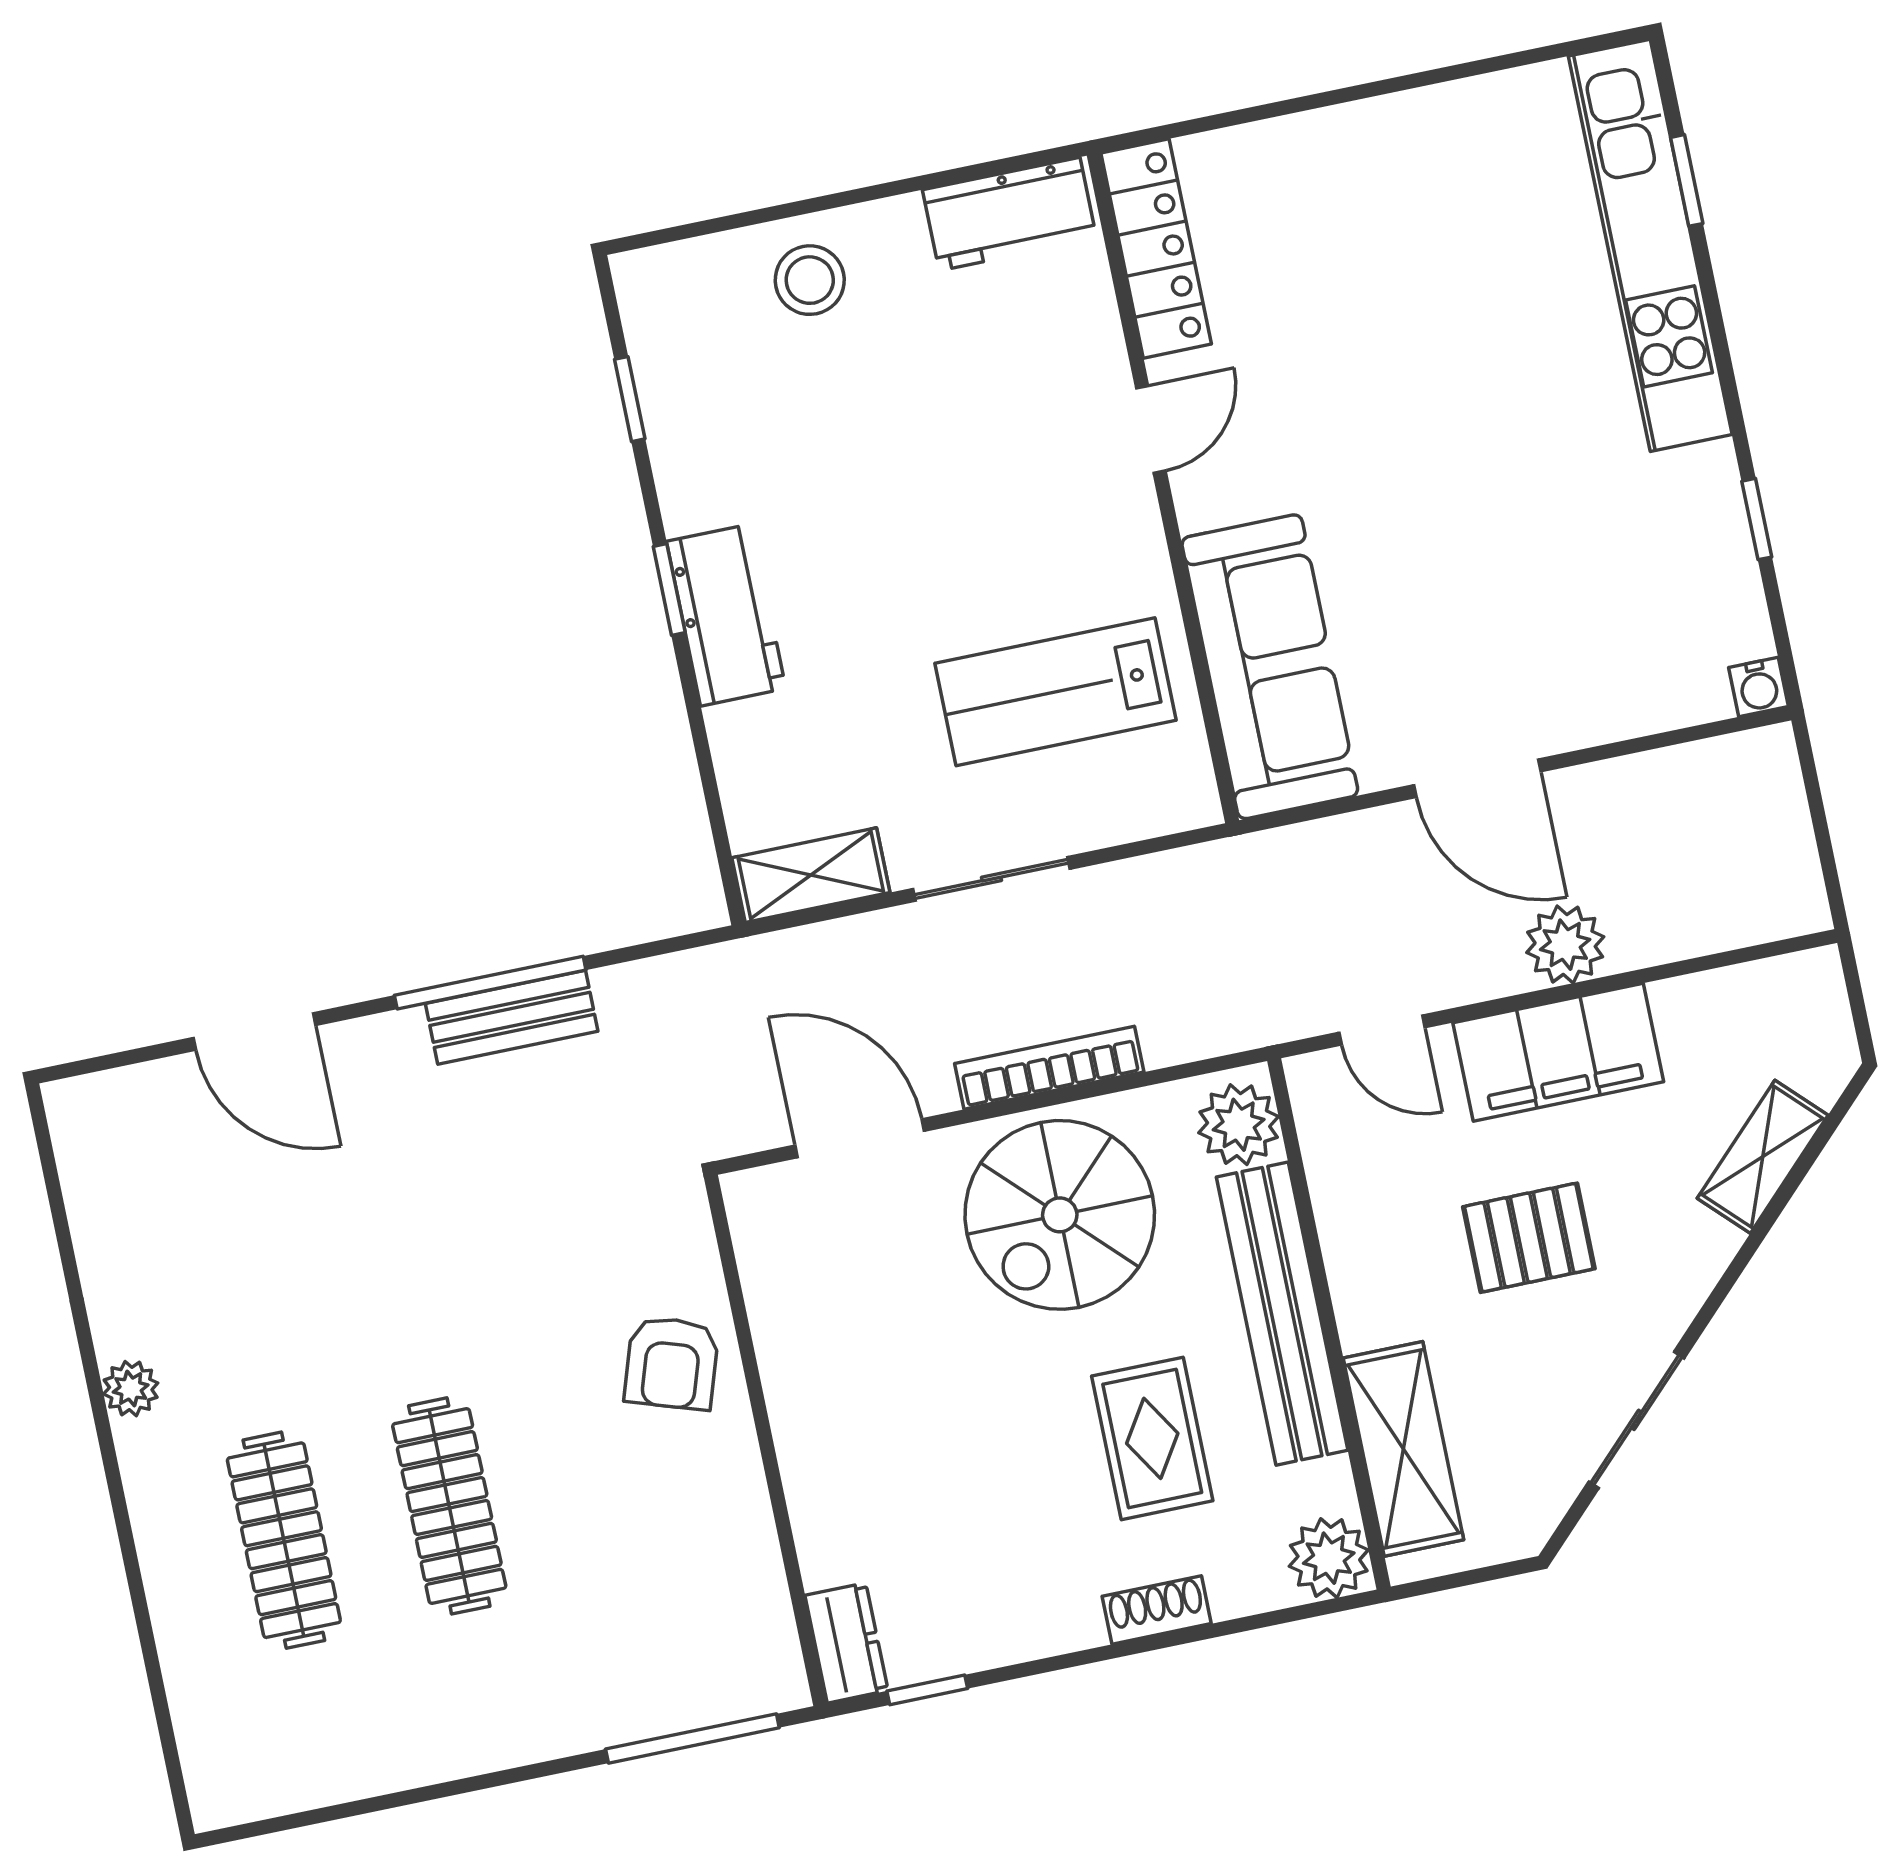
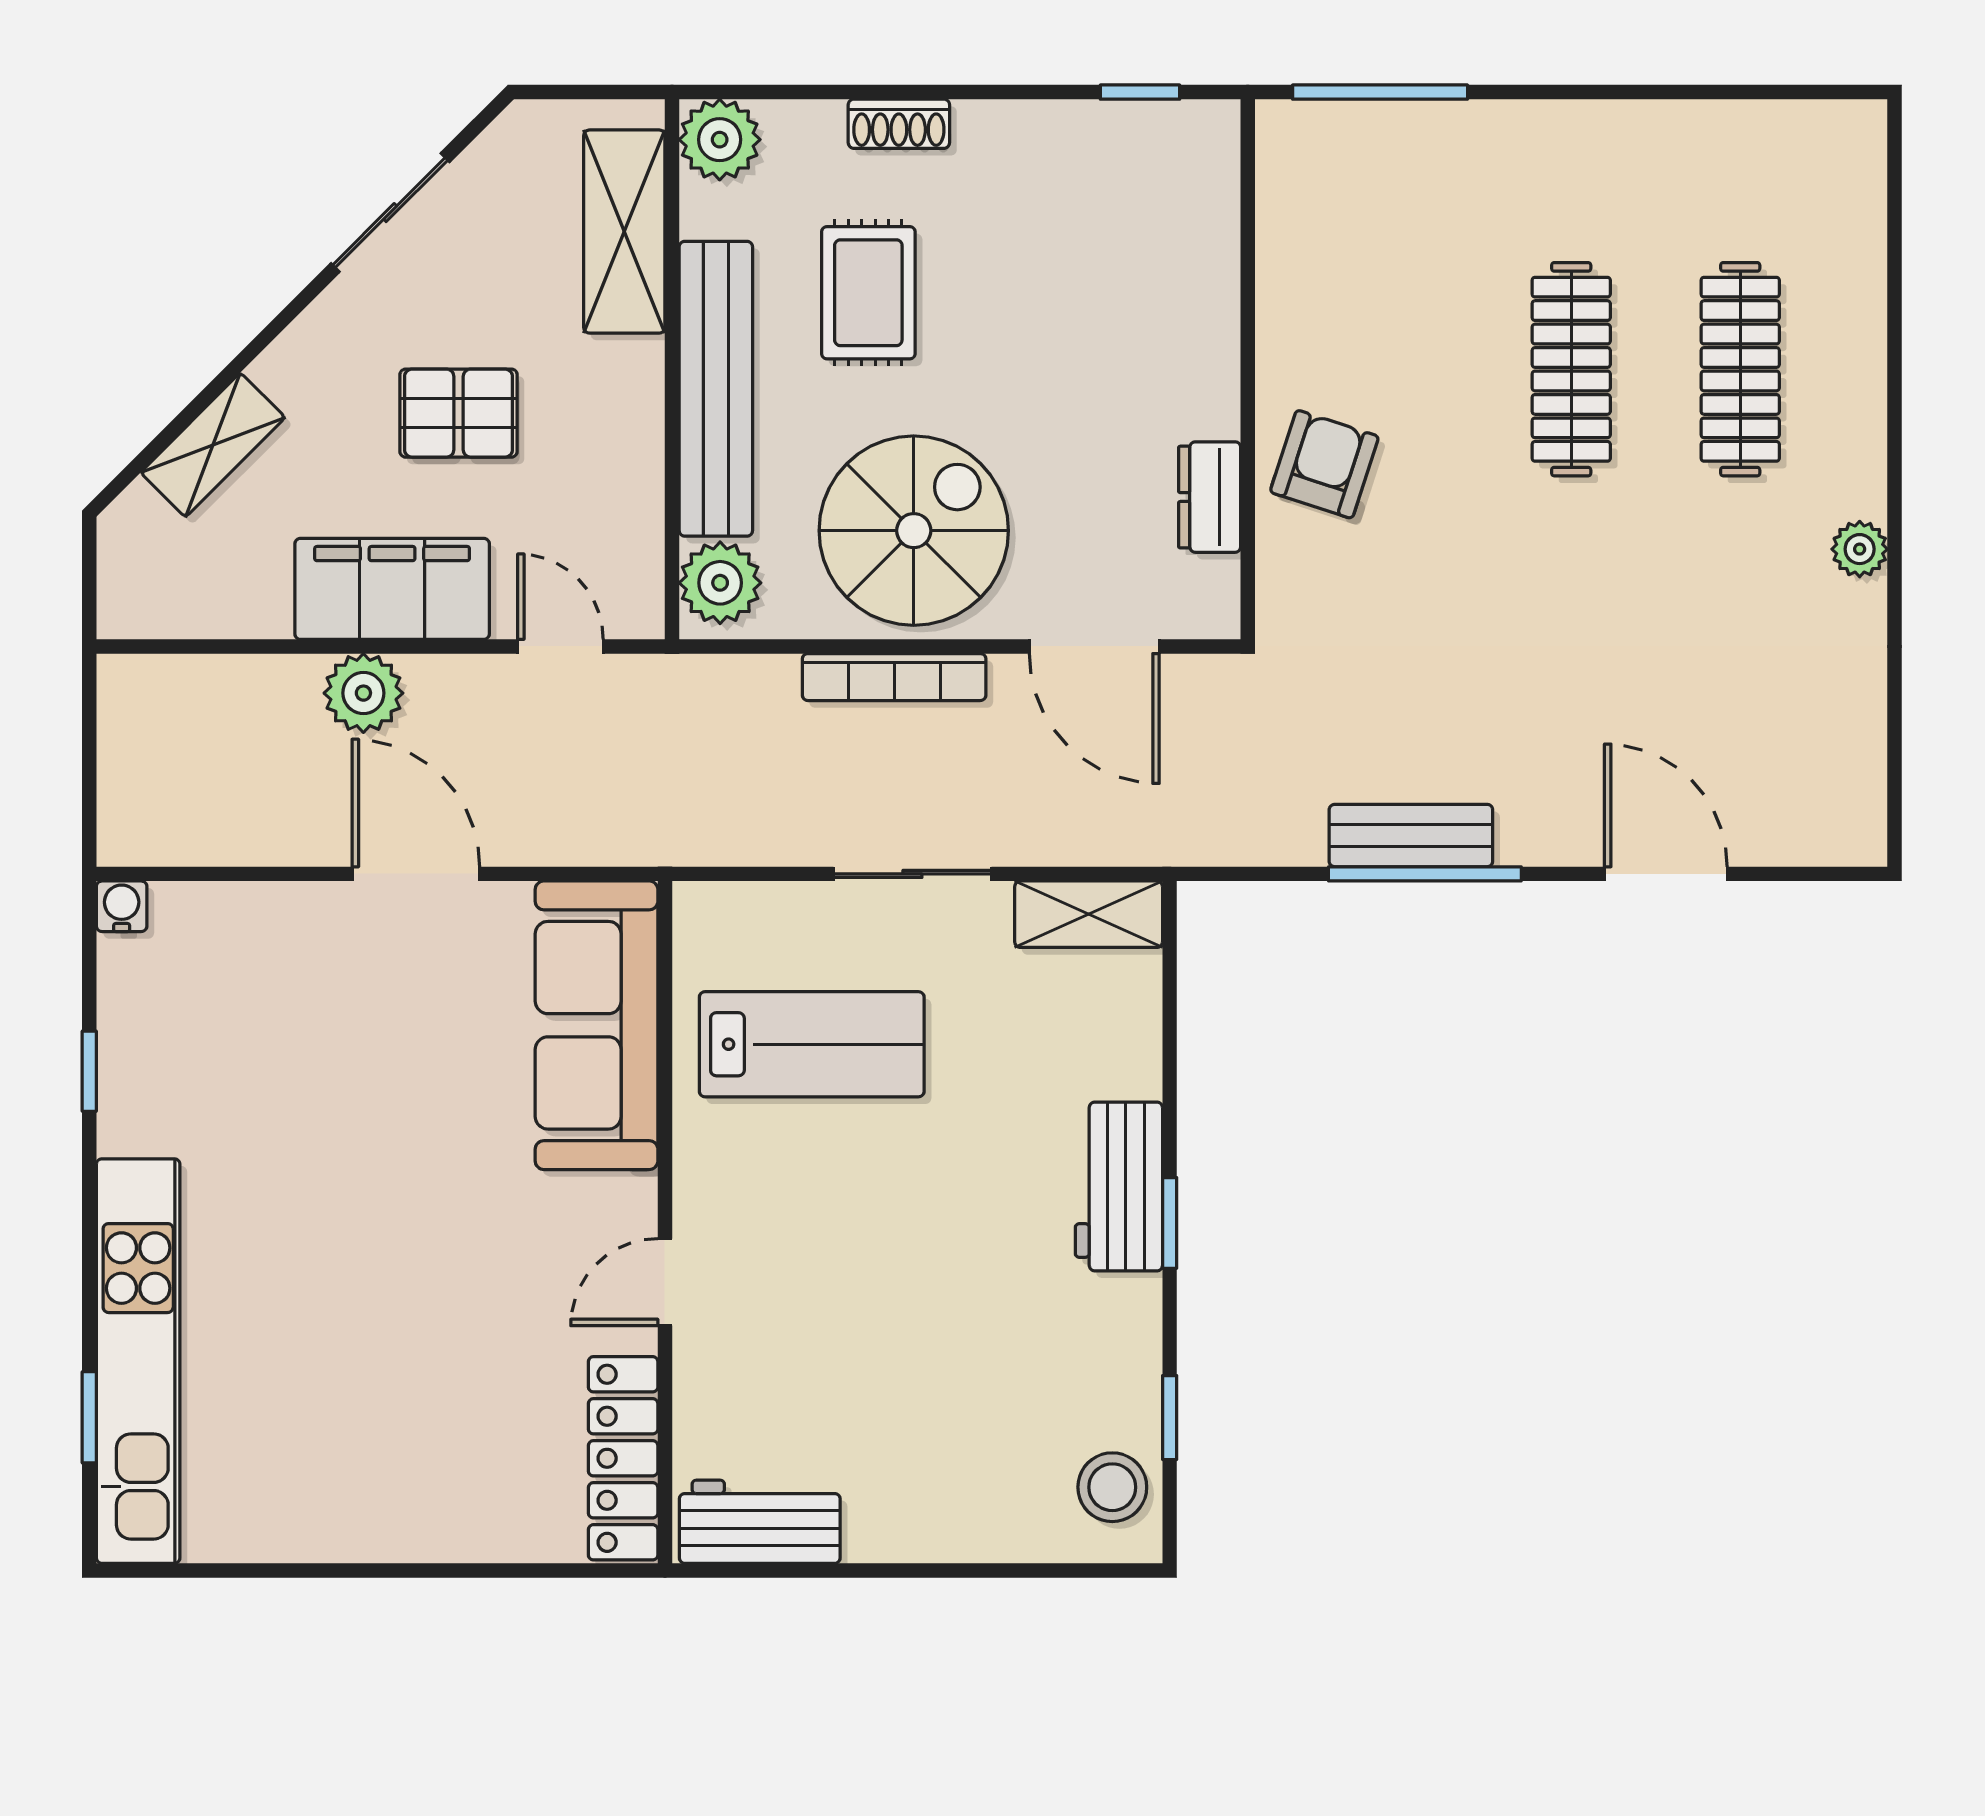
stool: (810, 280) -> (1112, 1487), moved
dresser: (847, 1643) -> (1210, 497), moved

